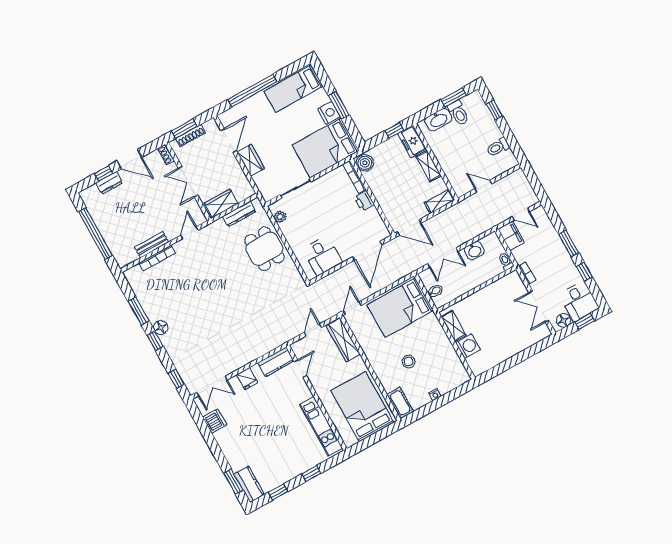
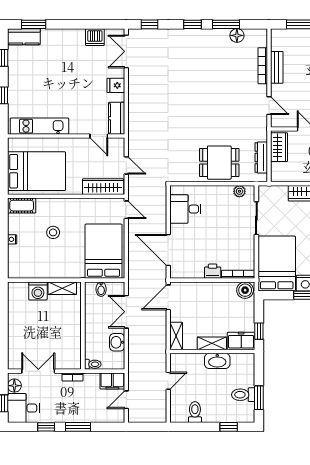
washbasin: (438, 120) -> (217, 361), moved, turned -90
floor lamp: (161, 328) -> (237, 35), moved

